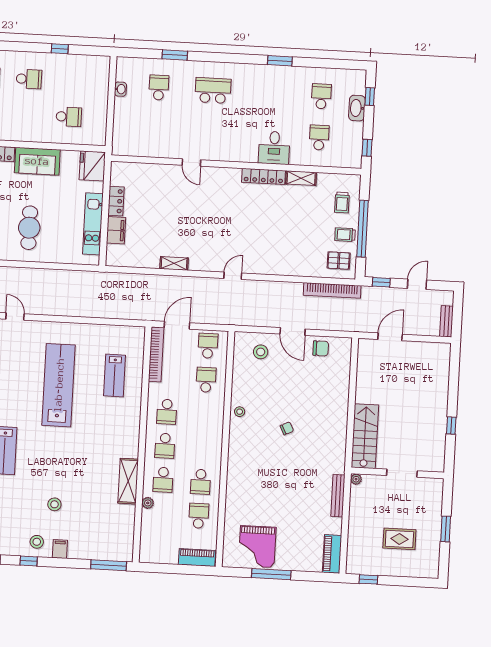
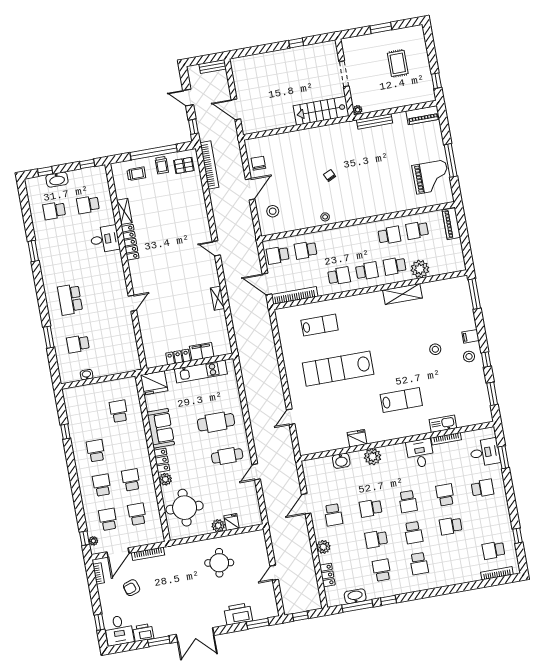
pallet: (339, 261) -> (184, 165), turned 90
school desk: (163, 480) -> (395, 266), turned 180
plant: (148, 503) -> (420, 269), width x1.87, depth x1.87

